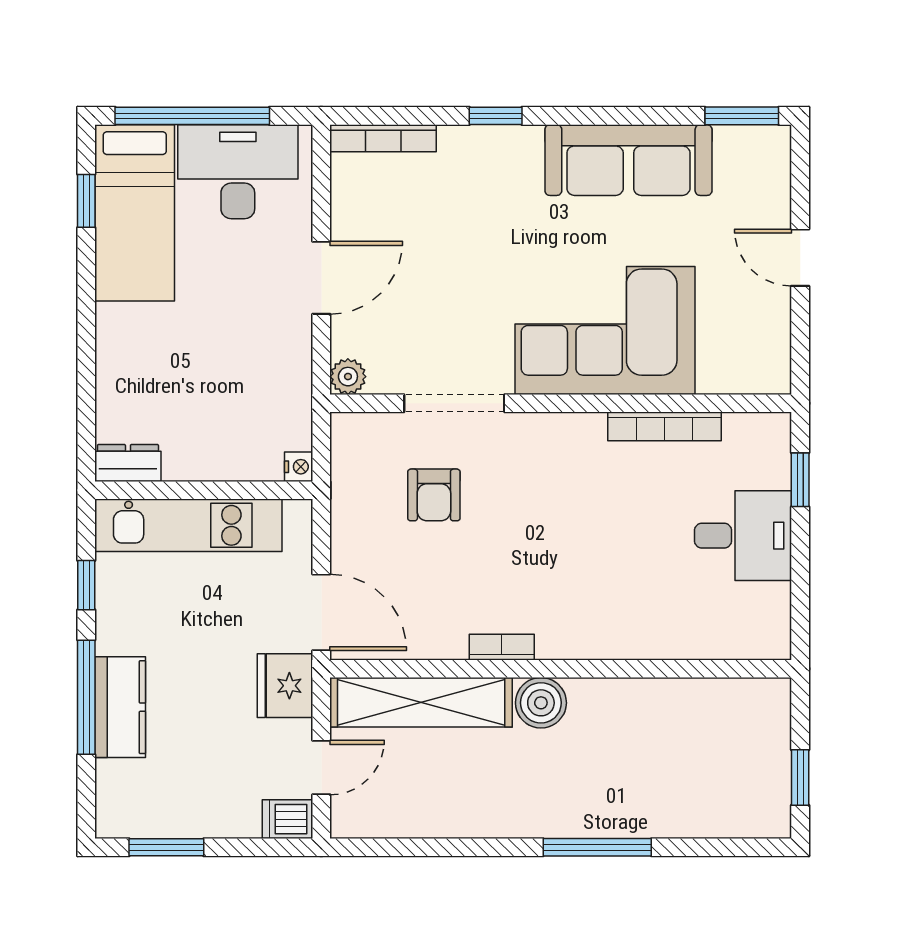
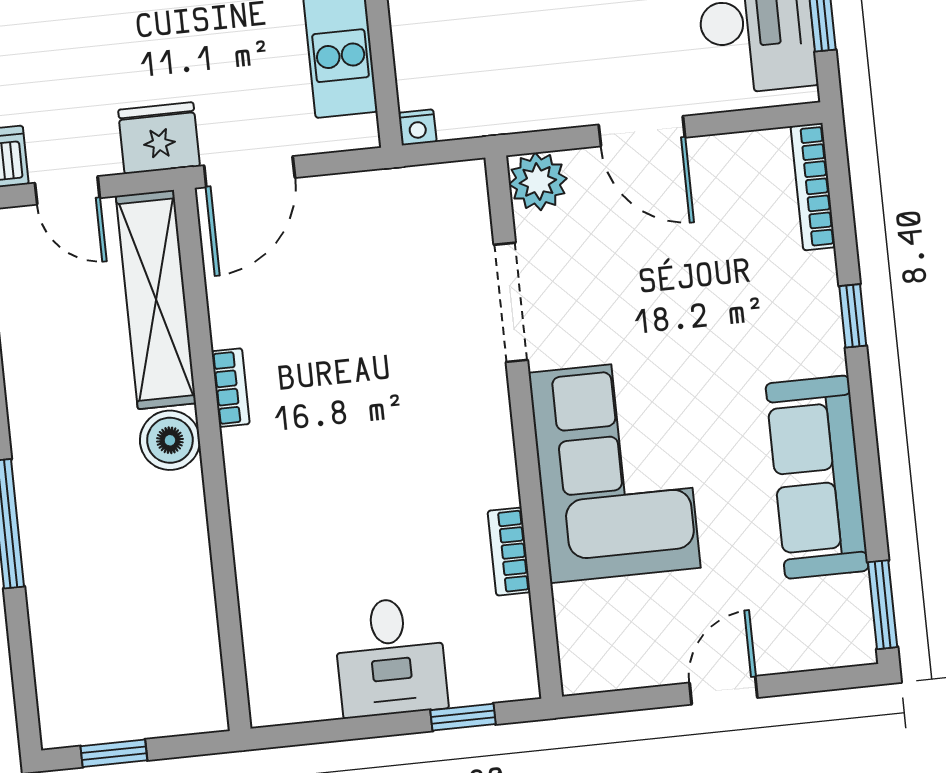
plant: (348, 377) -> (538, 181), width x1.38, depth x1.38
bookcase: (664, 426) -> (509, 552), width x0.64
armchair: (434, 495) -> (401, 290), removed

